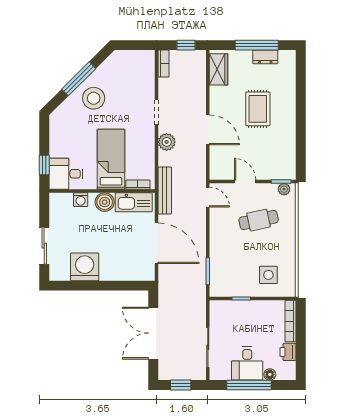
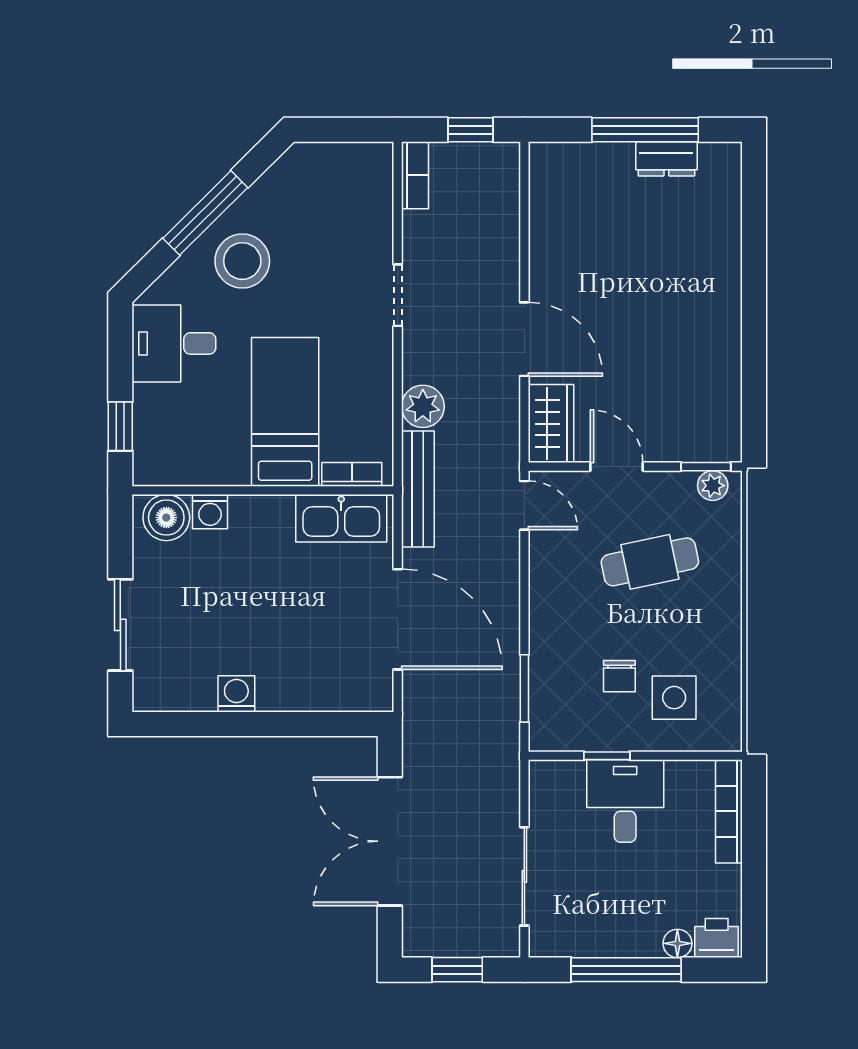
wardrobe: (219, 69) -> (551, 424), moved
rug: (258, 109) -> (648, 287), removed
plant: (167, 142) -> (423, 406), moved
desk: (66, 174) -> (174, 343), moved
boiler: (105, 202) -> (166, 518), moved
chair: (246, 266) -> (619, 676), added
washing machine: (85, 267) -> (236, 694), width x0.53, depth x0.53
printer: (288, 352) -> (717, 938), moved, turned 90
desk: (247, 363) -> (625, 801), moved, turned 180

